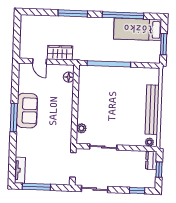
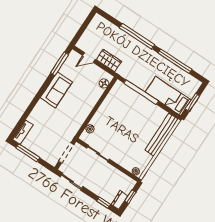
window: (73, 13) -> (137, 36), width x1.46
bed: (138, 29) -> (168, 96), moved
door: (39, 61) -> (89, 58), hinge flipped
bench: (152, 110) -> (162, 135), moved
window: (14, 118) -> (59, 64), moved
dresser: (151, 160) -> (119, 200), moved

